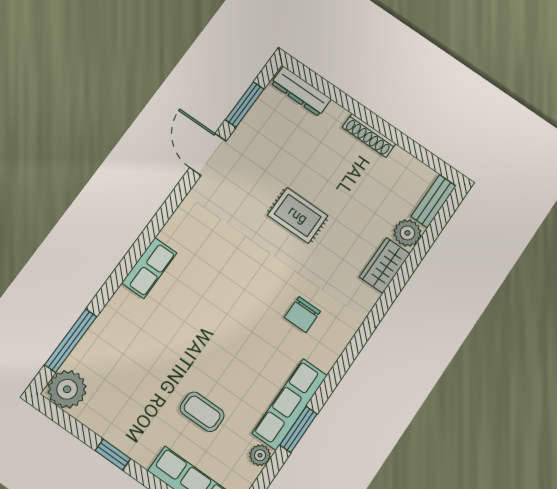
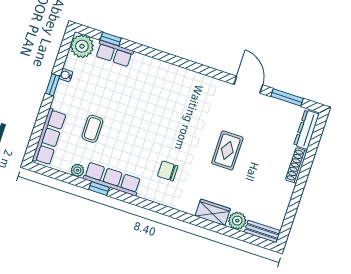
shoe rack: (369, 135) -> (296, 165), moved
door: (208, 154) -> (248, 85), hinge flipped
row of seats: (149, 268) -> (114, 54), moved
window: (71, 341) -> (111, 39), width x0.46
water cooler: (105, 429) -> (66, 75), added
window: (299, 429) -> (99, 189), width x0.67

